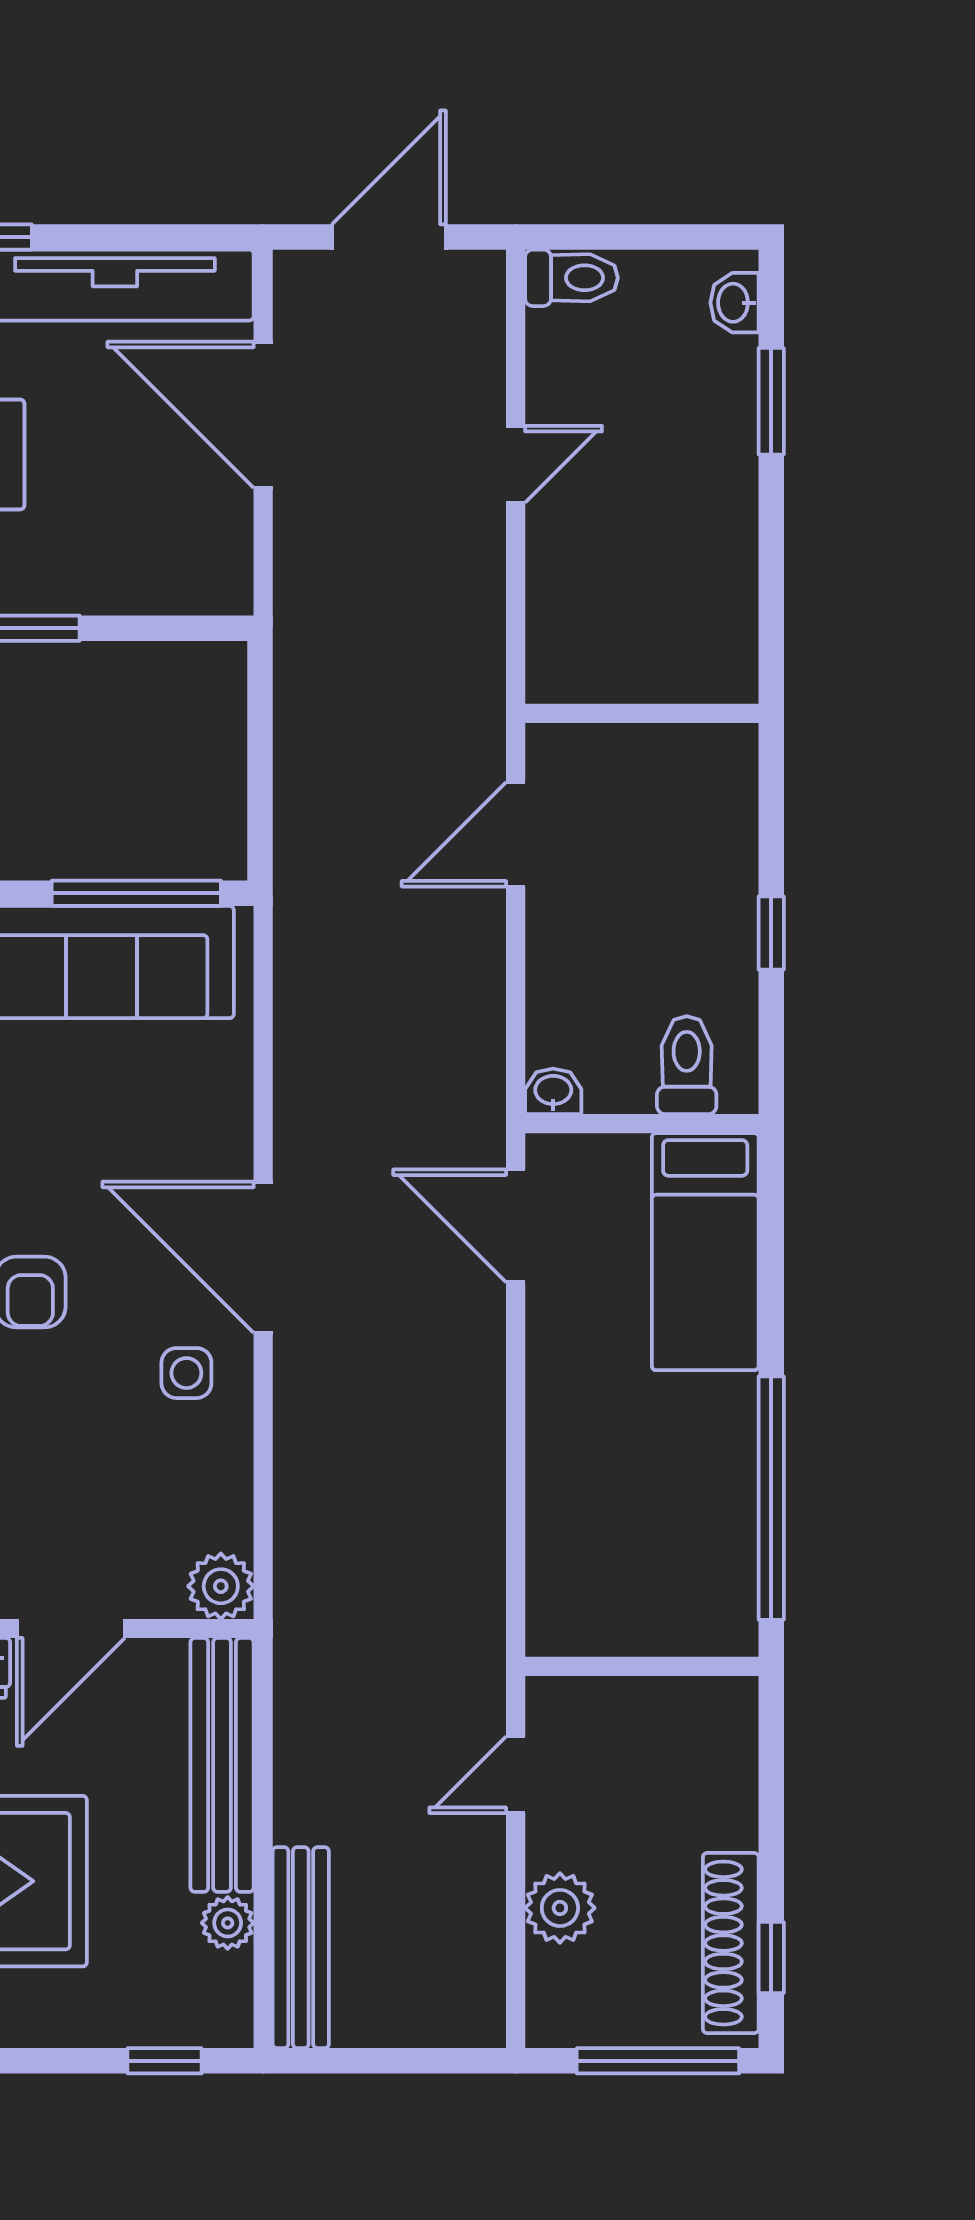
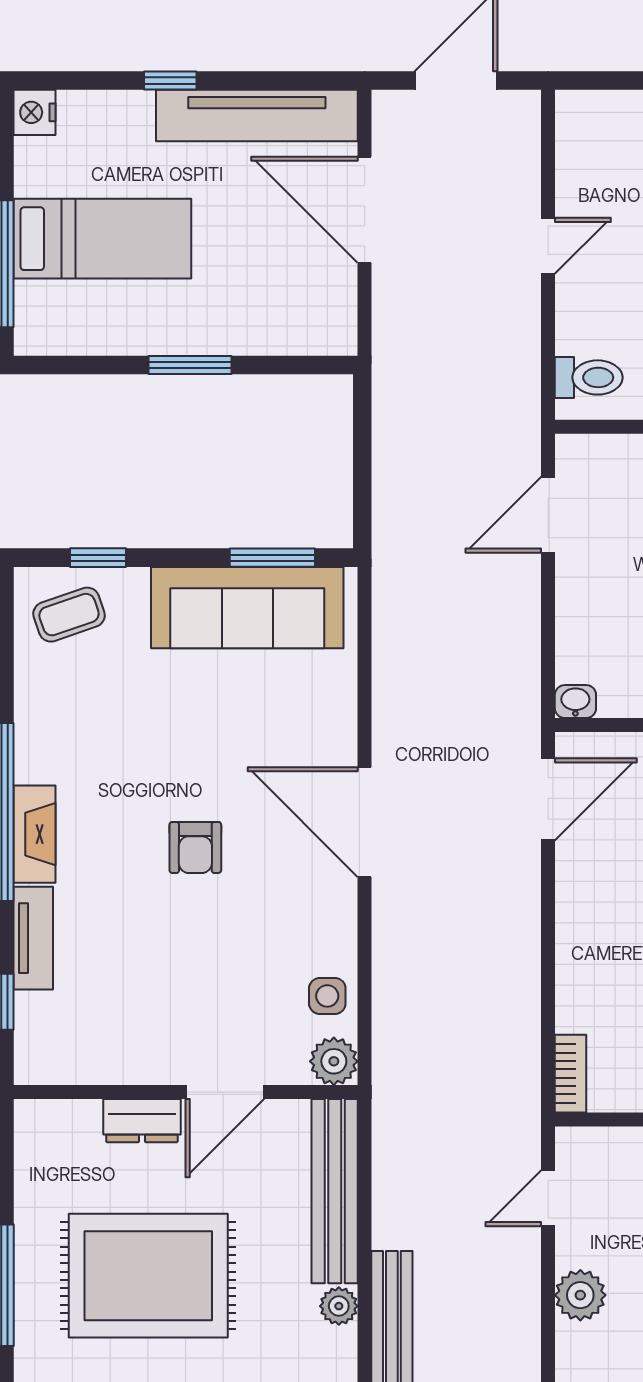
toilet: (571, 278) -> (589, 377), moved
window: (136, 893) -> (272, 558), width x0.69
door: (516, 1226) -> (548, 799), swing flipped
side table: (186, 1373) -> (327, 996), moved
bookcase: (546, 1603) -> (571, 1074), added

